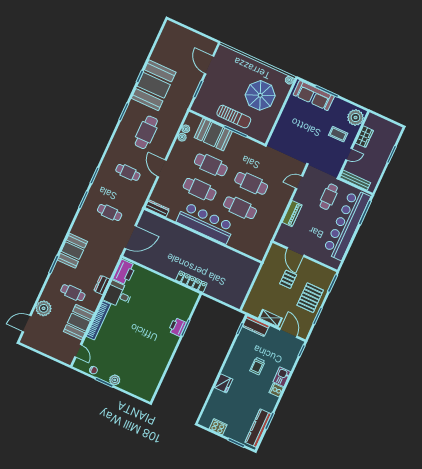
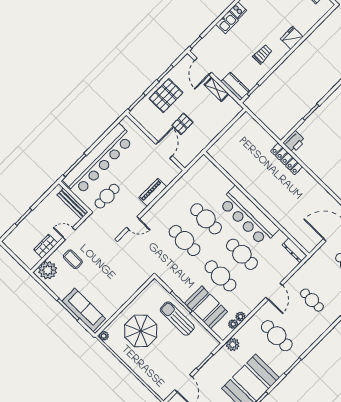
plant: (180, 112) -> (233, 345), added
cafe table: (146, 132) -> (277, 336), turned 90
printer: (177, 327) -> (294, 142), moved
trolley: (257, 366) -> (262, 54), moved

